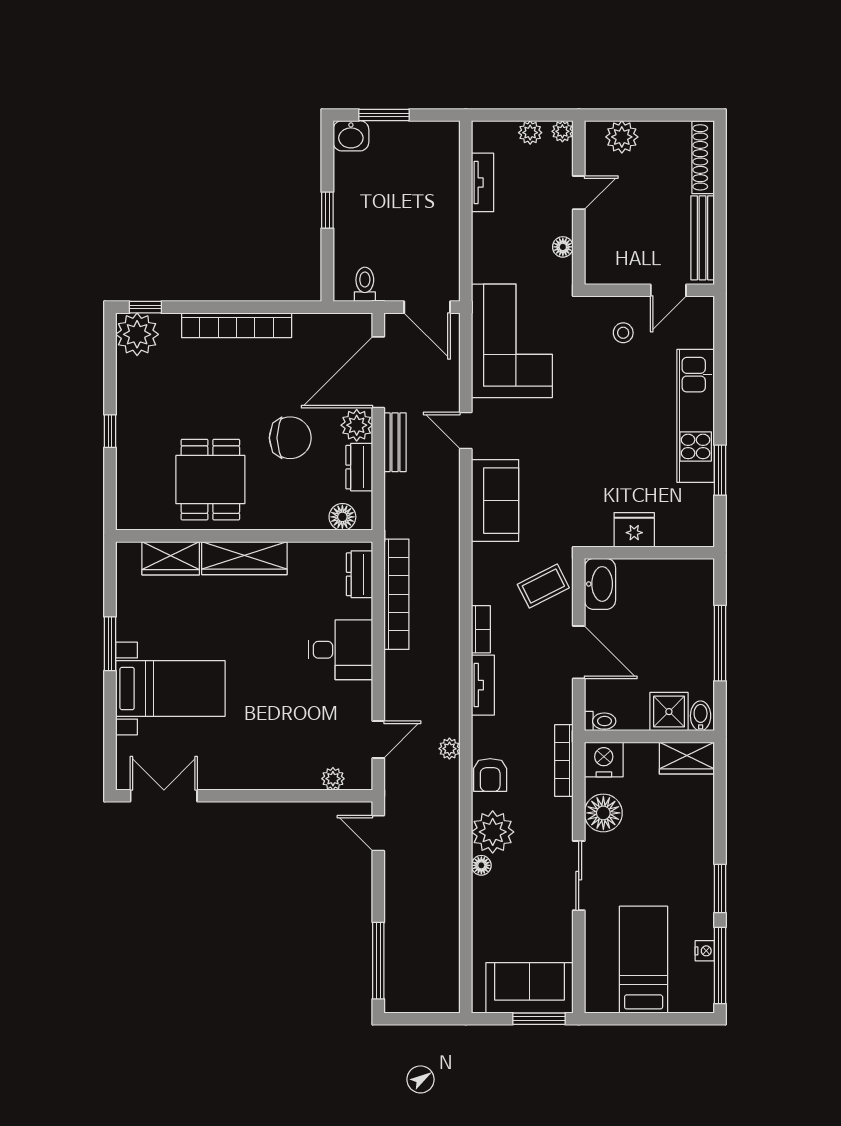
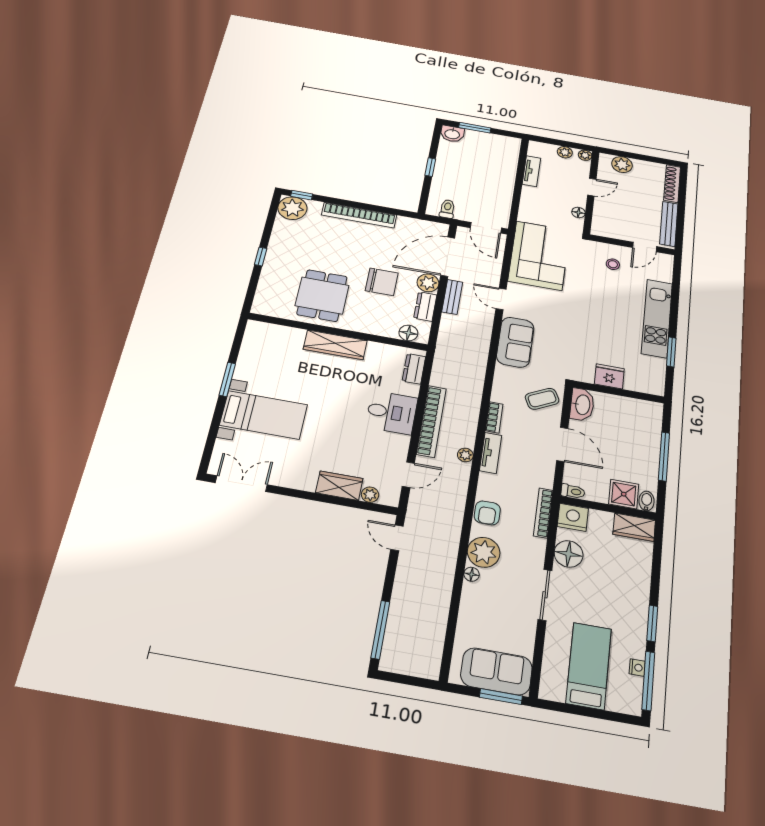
wardrobe: (171, 558) -> (339, 486), moved, turned 180
bookcase: (396, 594) -> (431, 421), moved
plant: (449, 749) -> (465, 455), moved

